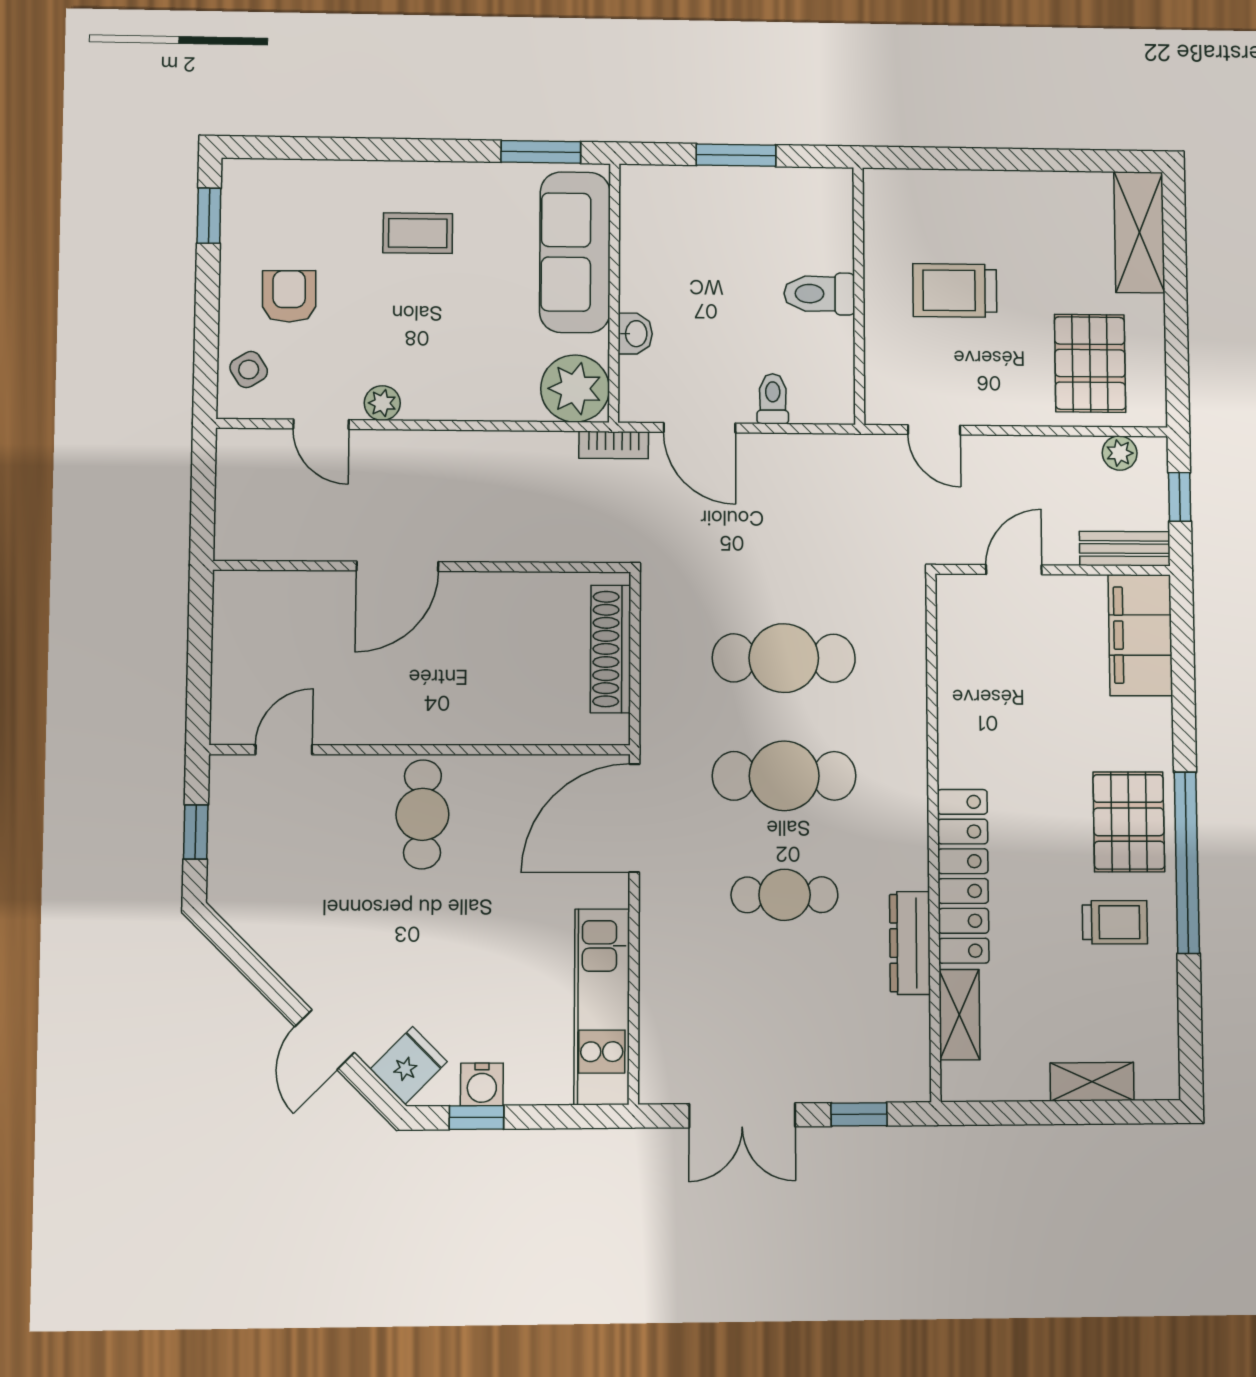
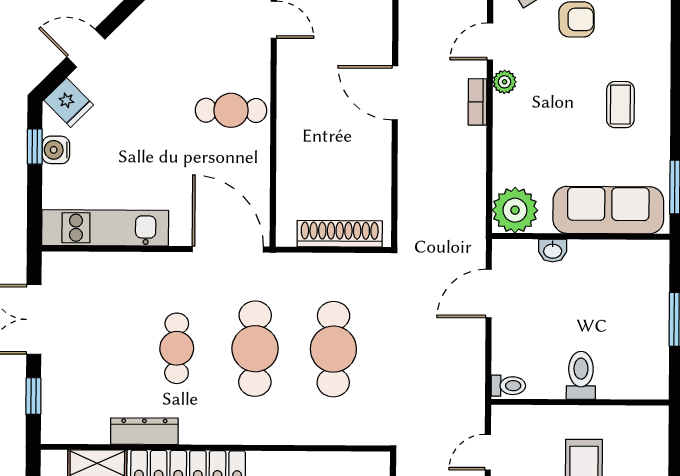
toilet: (773, 399) -> (508, 386), moved
bookcase: (614, 445) -> (477, 102), moved

